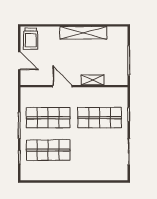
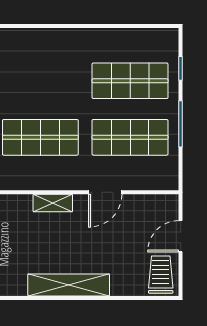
door: (19, 61) -> (181, 236), hinge flipped
door: (62, 86) -> (105, 192), hinge flipped

